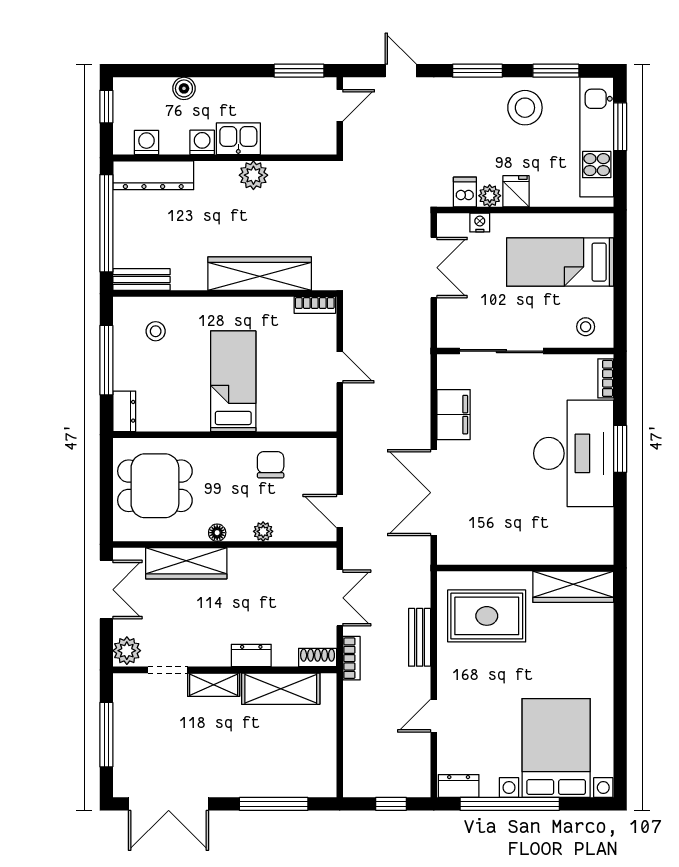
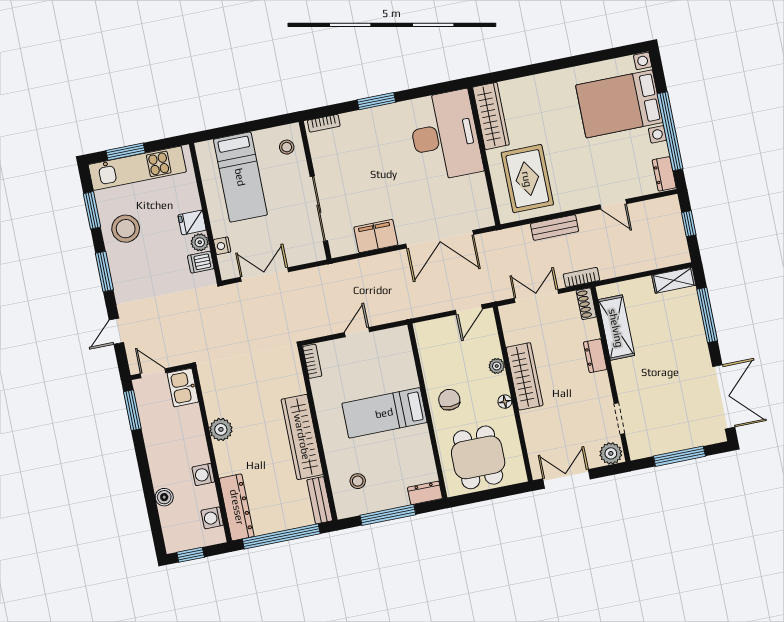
kitchen sink: (238, 139) -> (183, 388), moved
wardrobe: (260, 274) -> (302, 437), moved
desk: (574, 453) -> (445, 136), moved, turned 90
chair: (271, 465) -> (449, 400), moved, turned 90
wardrobe: (186, 563) -> (525, 376), moved
shelving: (214, 685) -> (674, 280), moved, turned 90

